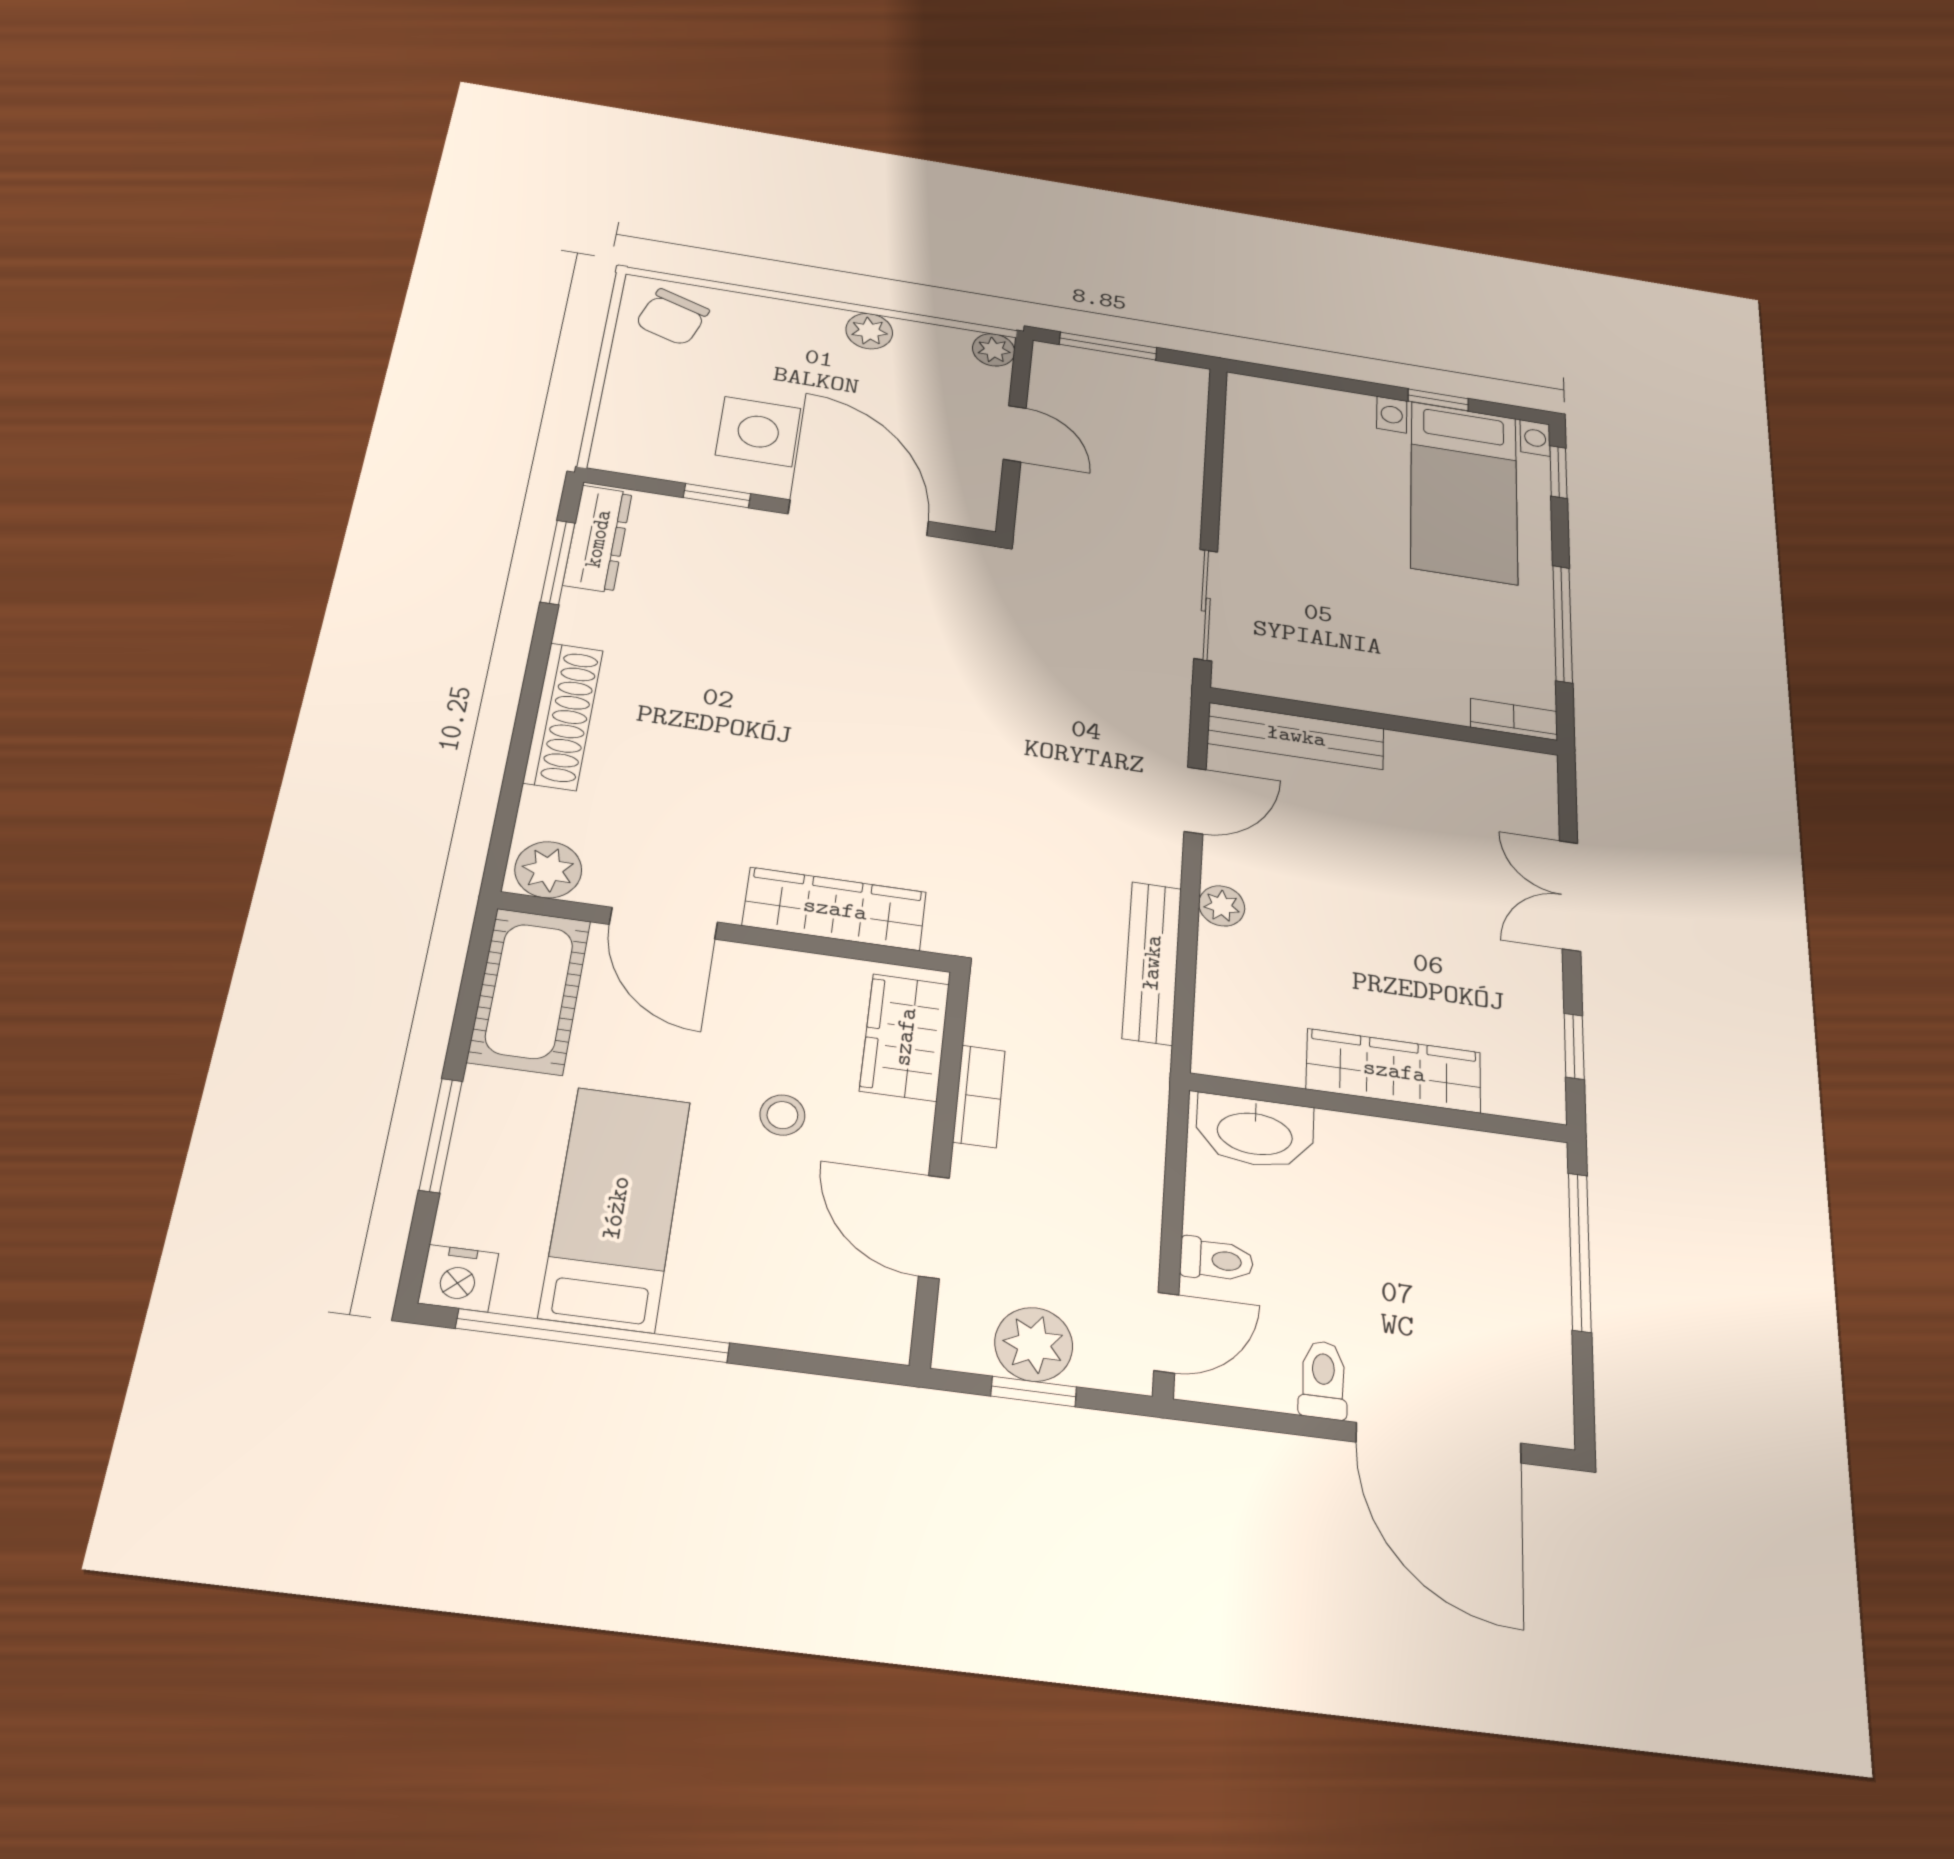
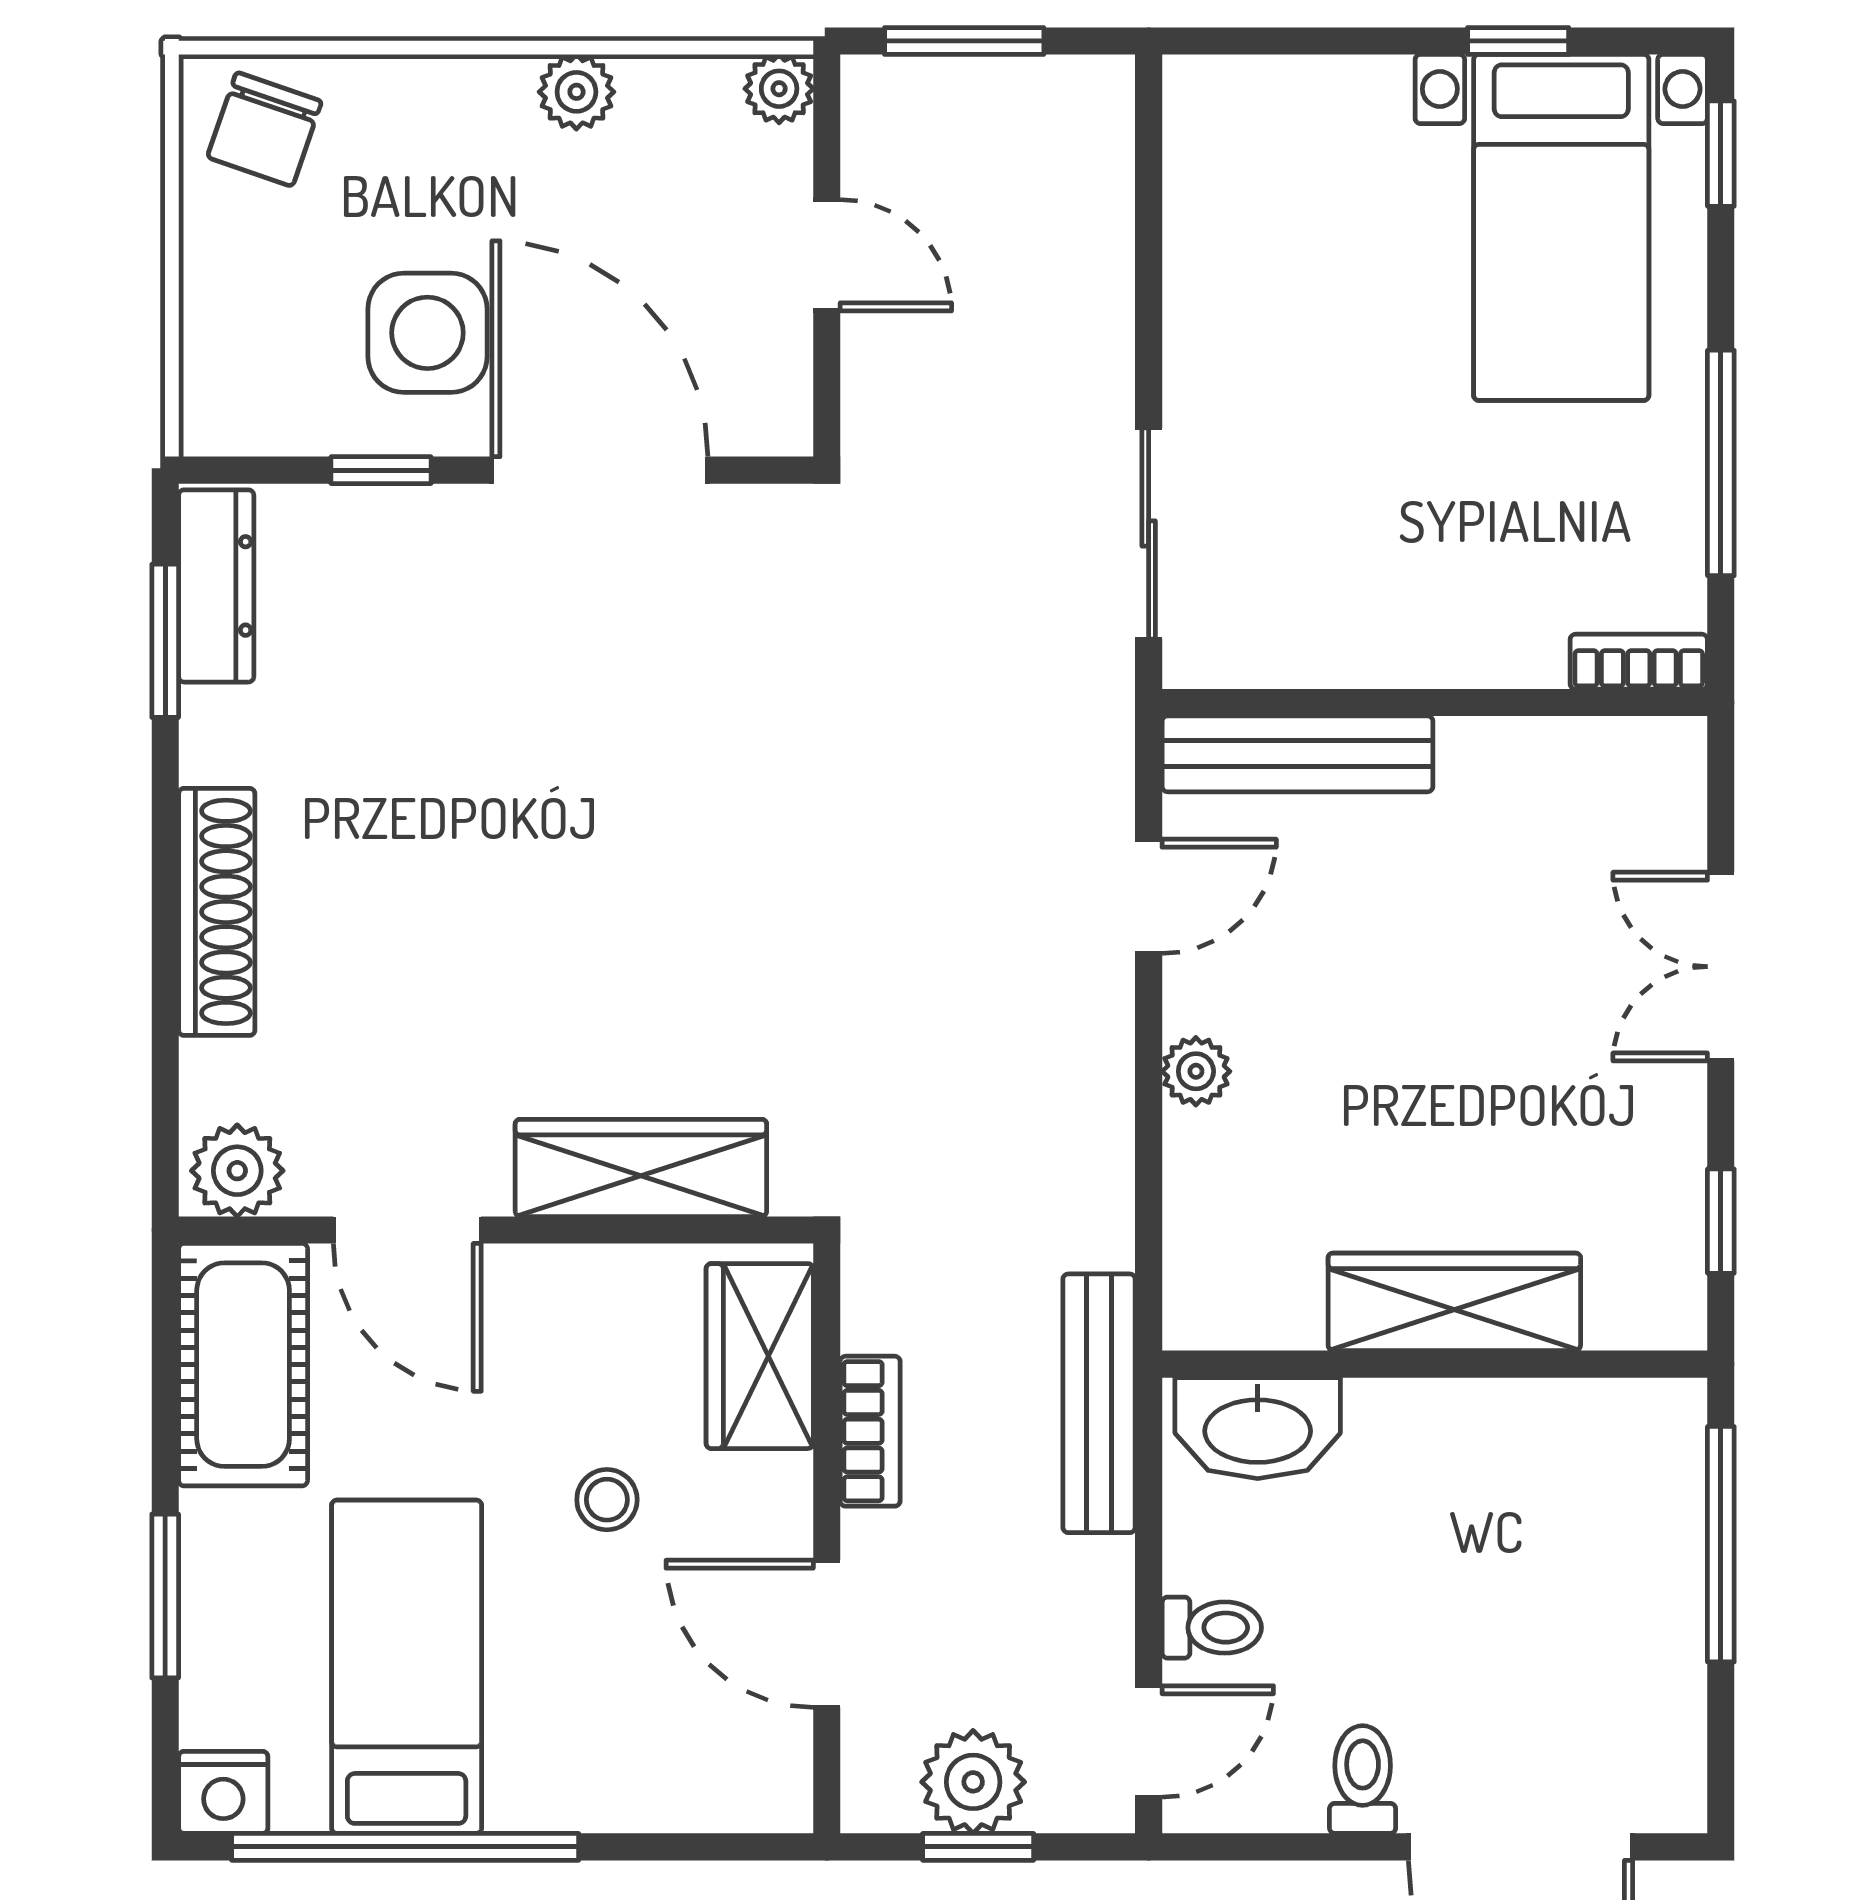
bench: (1152, 963) -> (1099, 1403), moved

